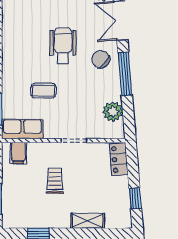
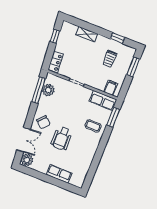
window: (125, 74) -> (39, 90), moved
coffee table: (44, 91) -> (93, 126), moved
trolley: (55, 181) -> (110, 59), moved

